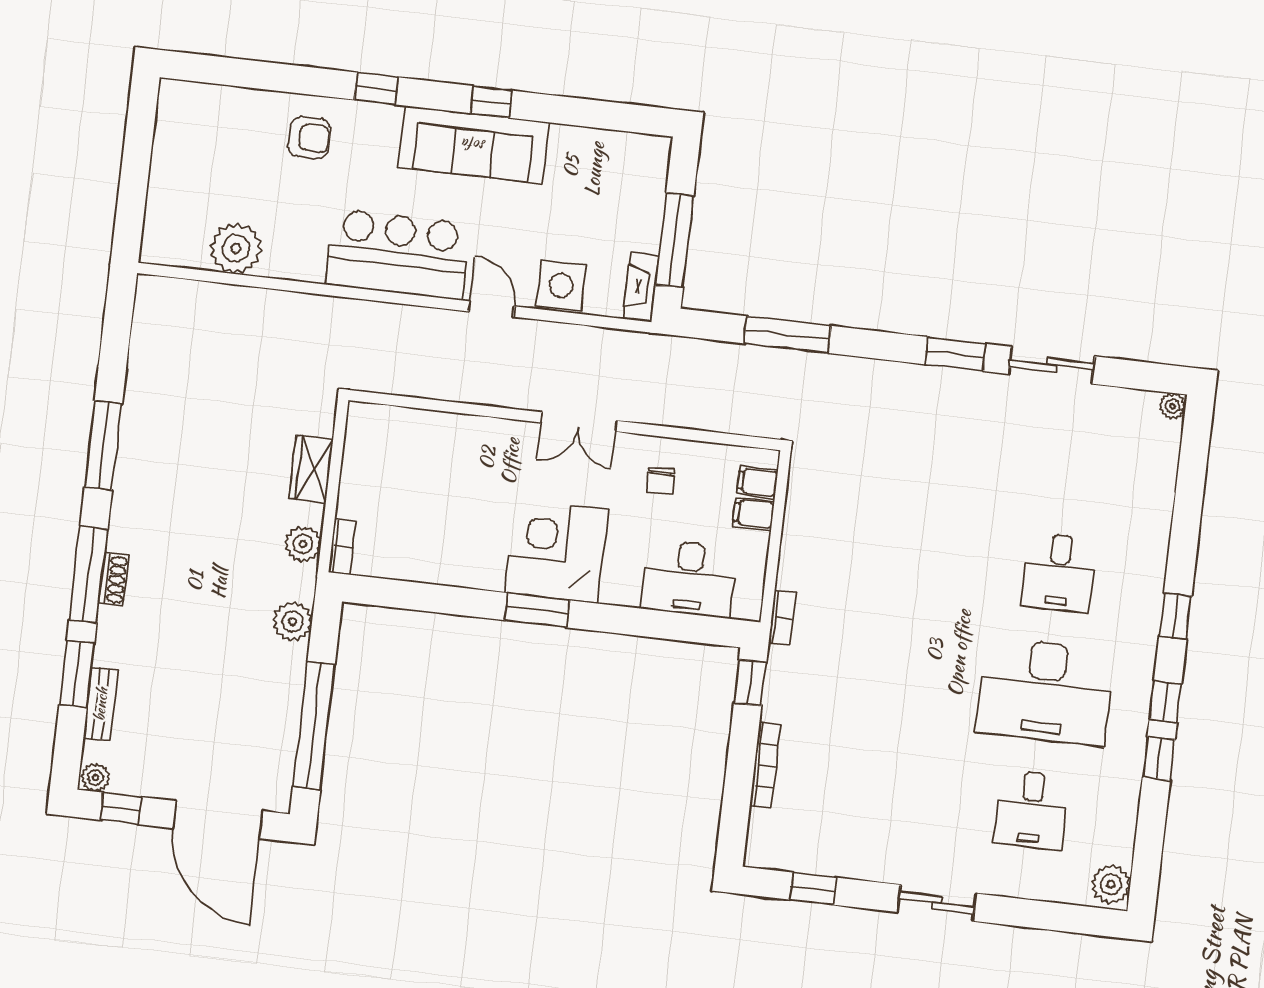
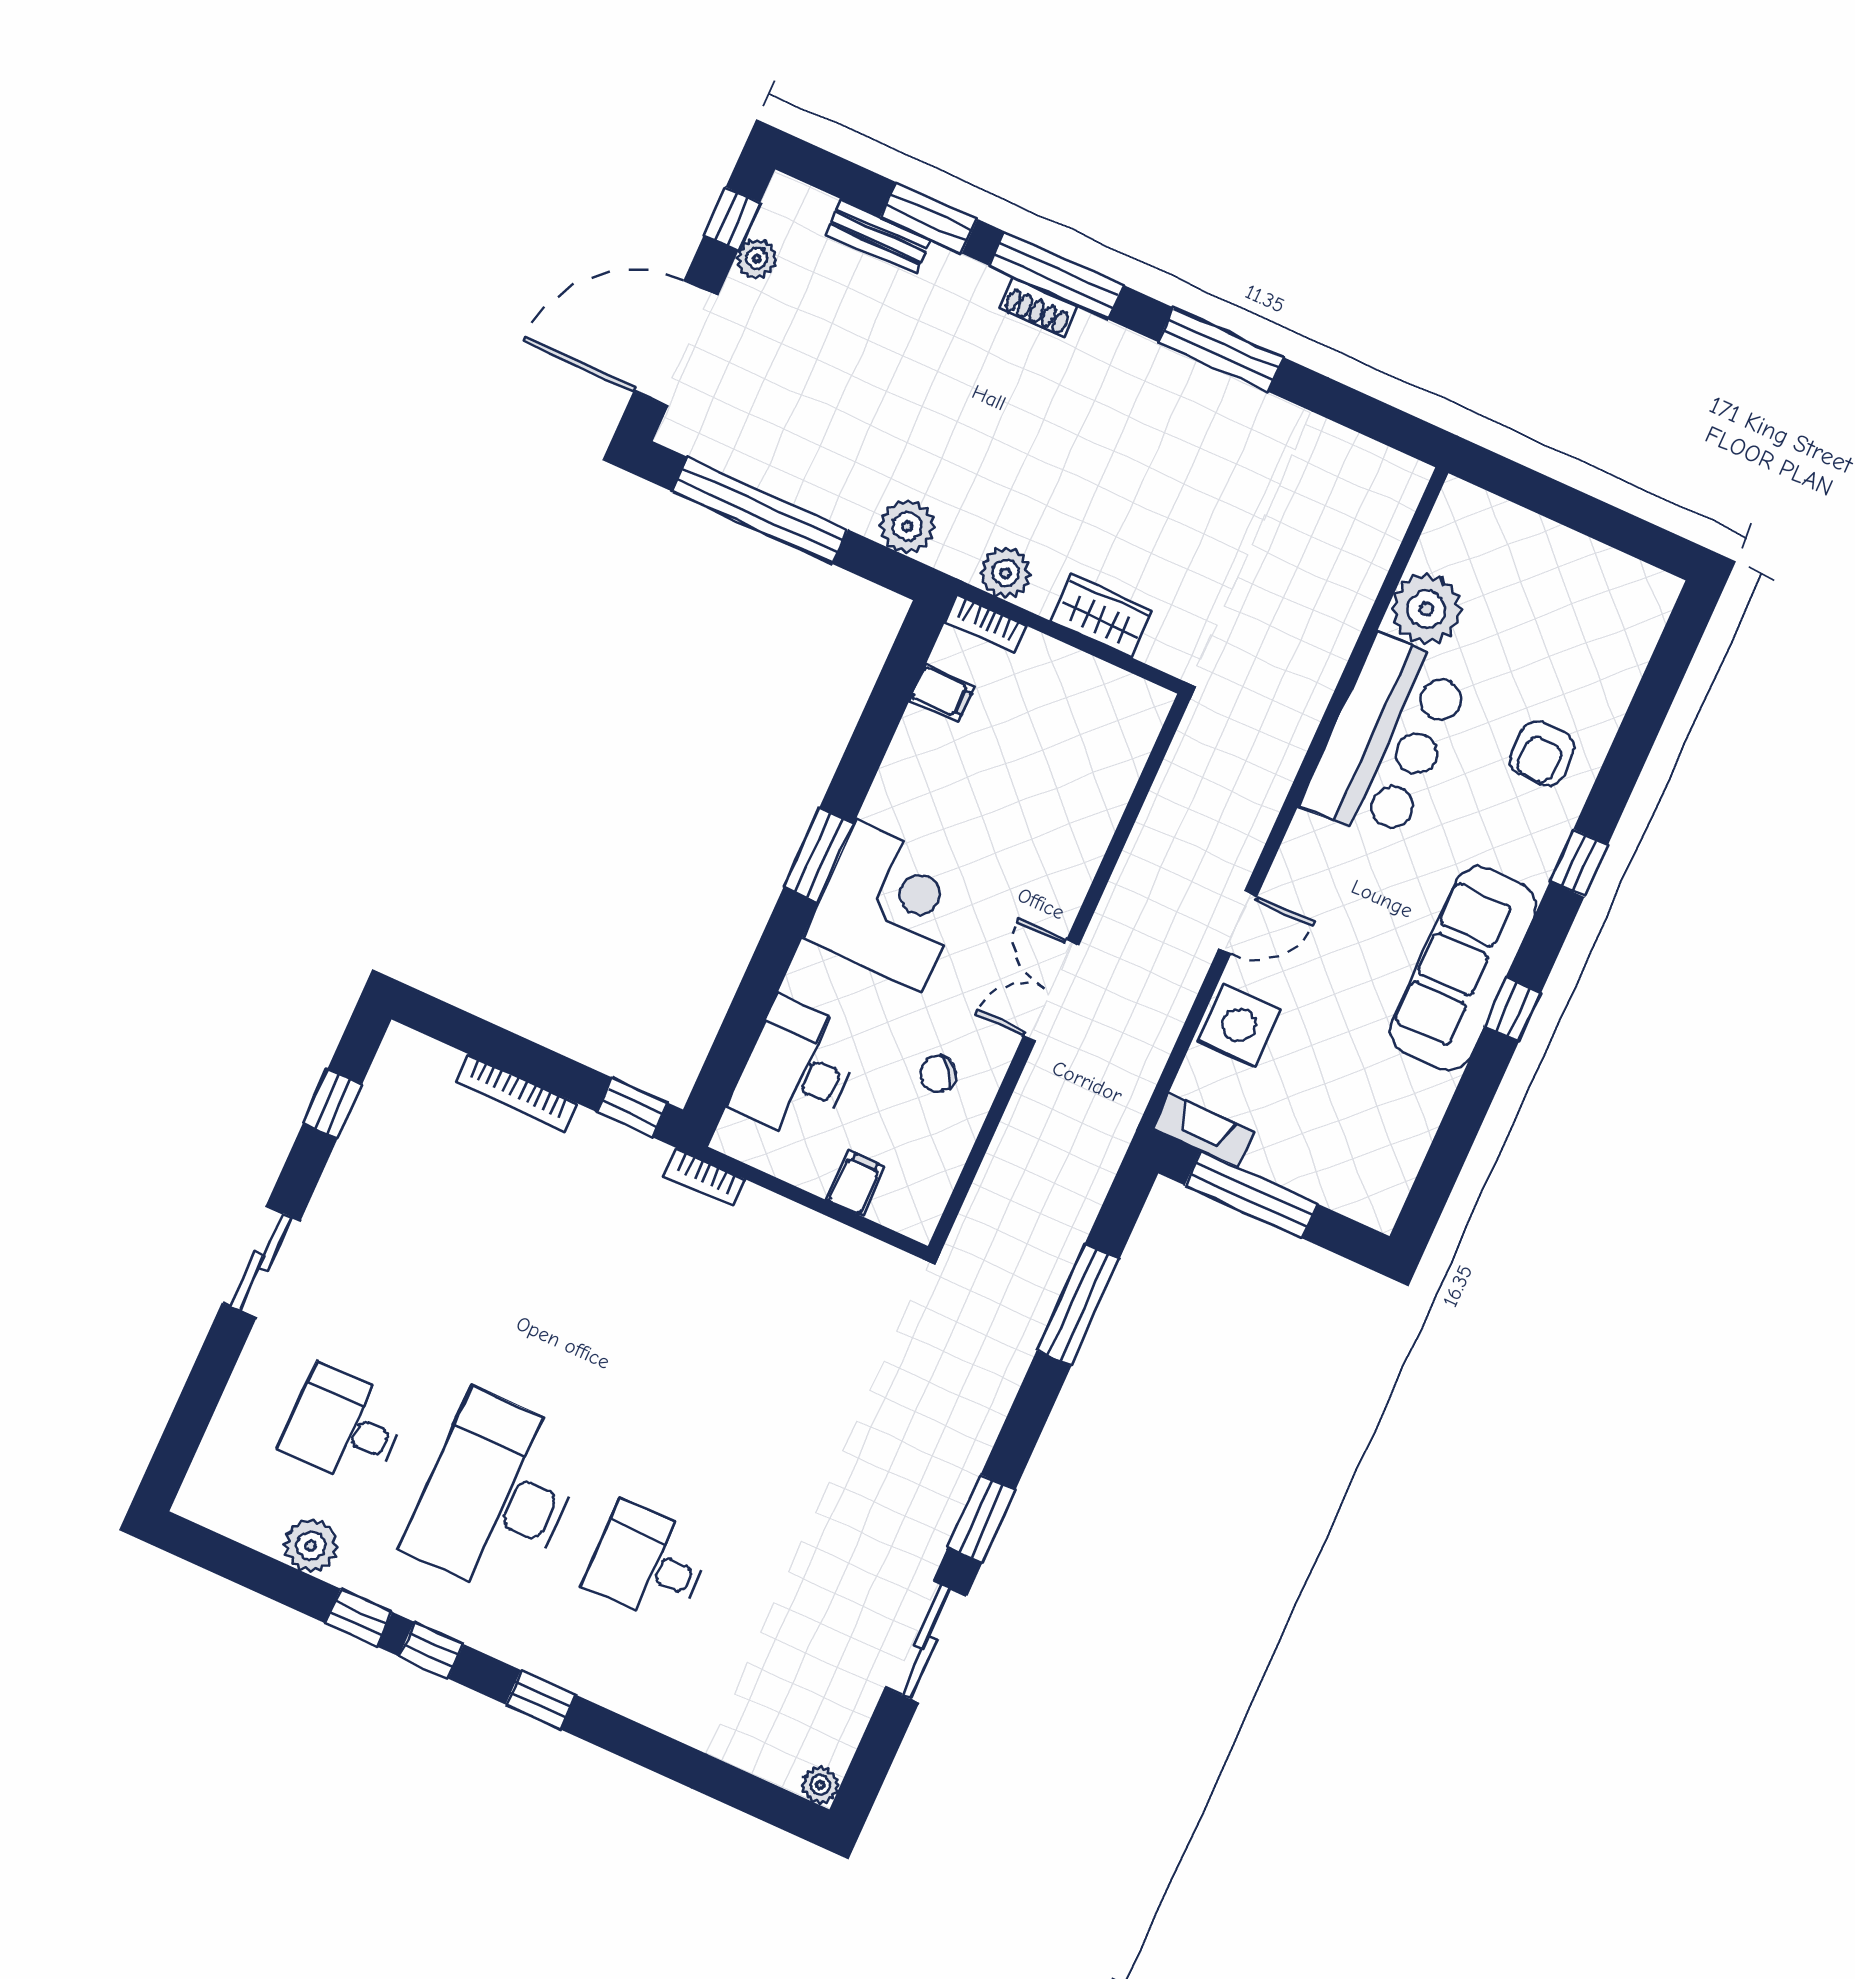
bar counter: (398, 254) -> (1387, 740), moved
chair: (660, 481) -> (938, 1074), turned -40
filing cabinet: (757, 482) -> (942, 693), moved, turned 90
plant: (95, 777) -> (757, 258), moved
plant: (1111, 884) -> (311, 1546), moved

